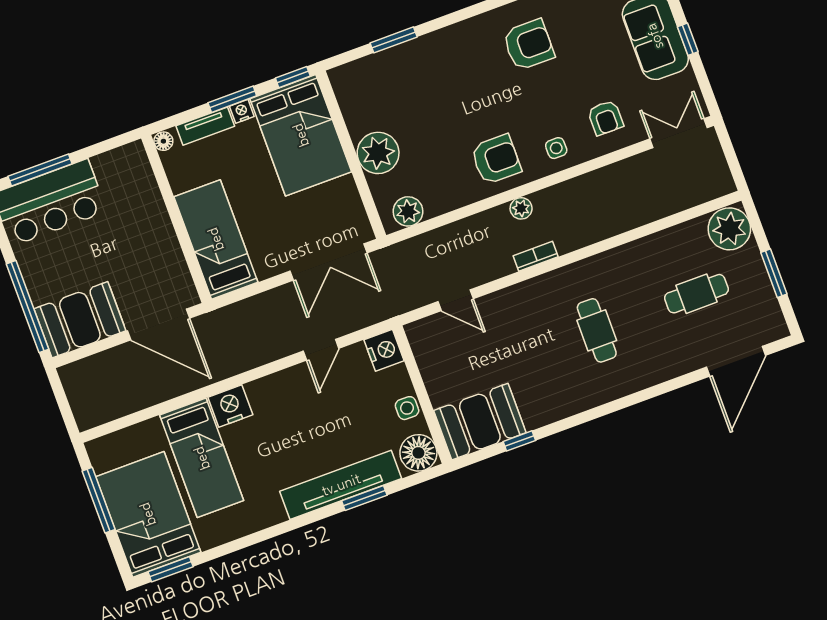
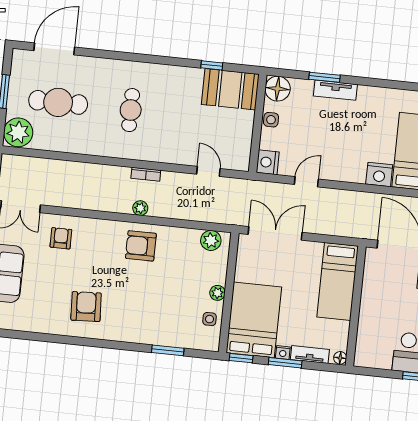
armchair: (529, 45) -> (86, 307), turned 87
side table: (556, 148) -> (210, 319), moved
plant: (378, 153) -> (217, 293), width x0.53, depth x0.53
cafe table: (696, 294) -> (58, 102), width x1.37, depth x1.35
tv unit: (341, 485) -> (335, 90), width x0.52, depth x0.78

